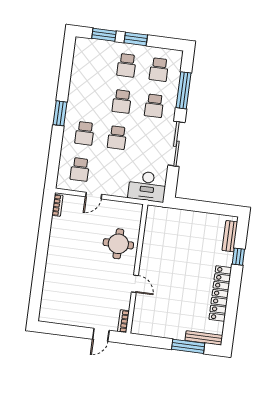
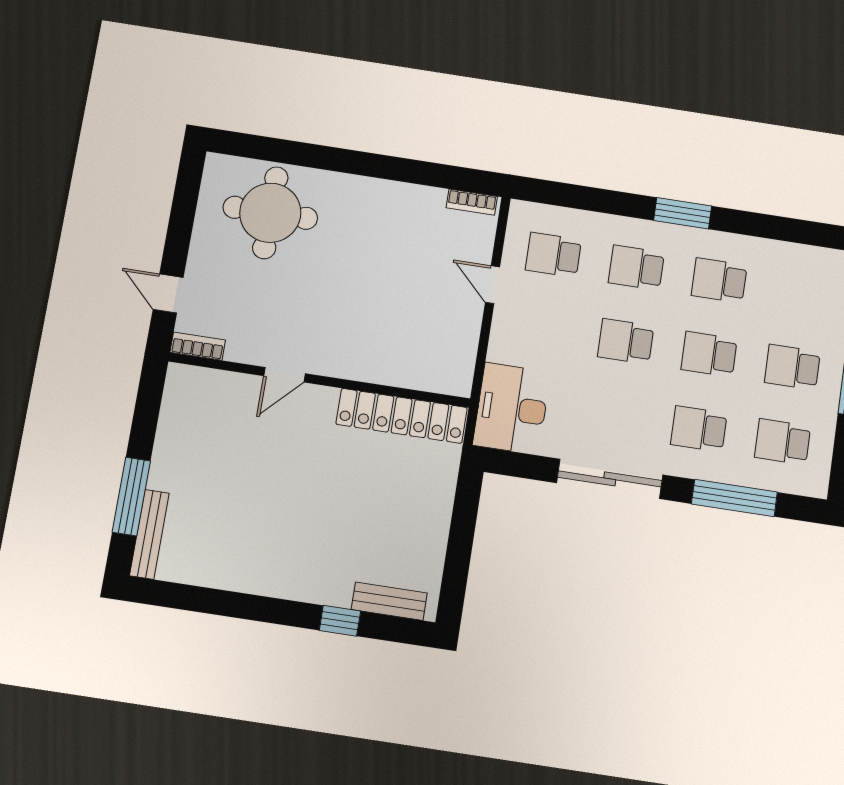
school desk: (89, 97) -> (719, 280), added
round table: (118, 244) -> (270, 213), moved, width x1.36, depth x1.36
locker: (220, 294) -> (402, 416), moved, turned 180

